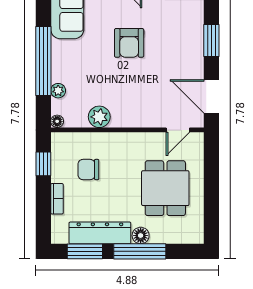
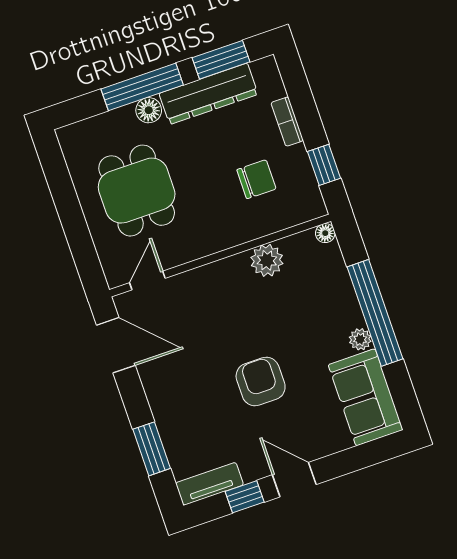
window: (211, 40) -> (152, 449), moved
plant: (58, 91) -> (360, 339), moved

